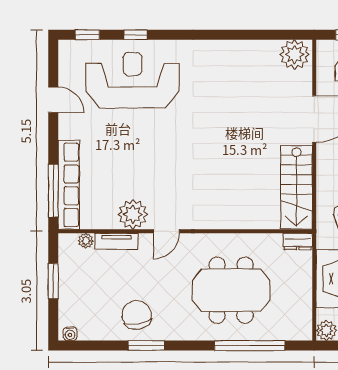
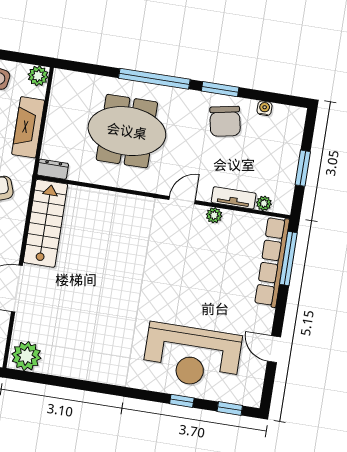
plant: (133, 214) -> (214, 215), width x0.53, depth x0.53
water cooler: (70, 334) -> (264, 108), moved
window: (250, 346) -> (154, 79), moved

